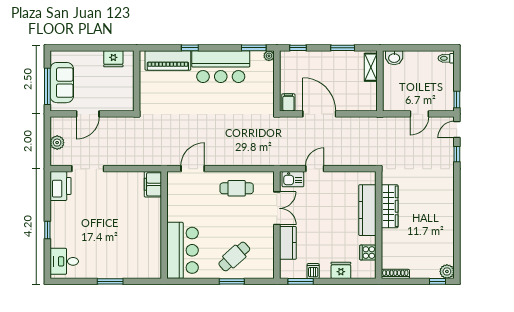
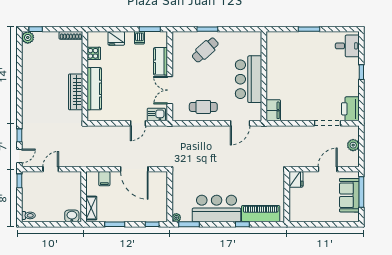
fridge: (113, 59) -> (296, 179), moved, turned 90
filing cabinet: (288, 102) -> (104, 179), moved
bar counter: (182, 250) -> (248, 79), moved

